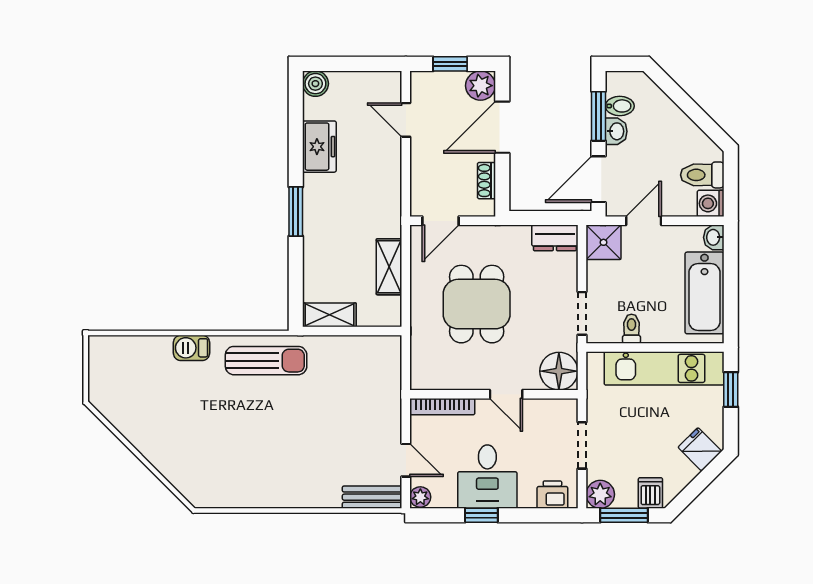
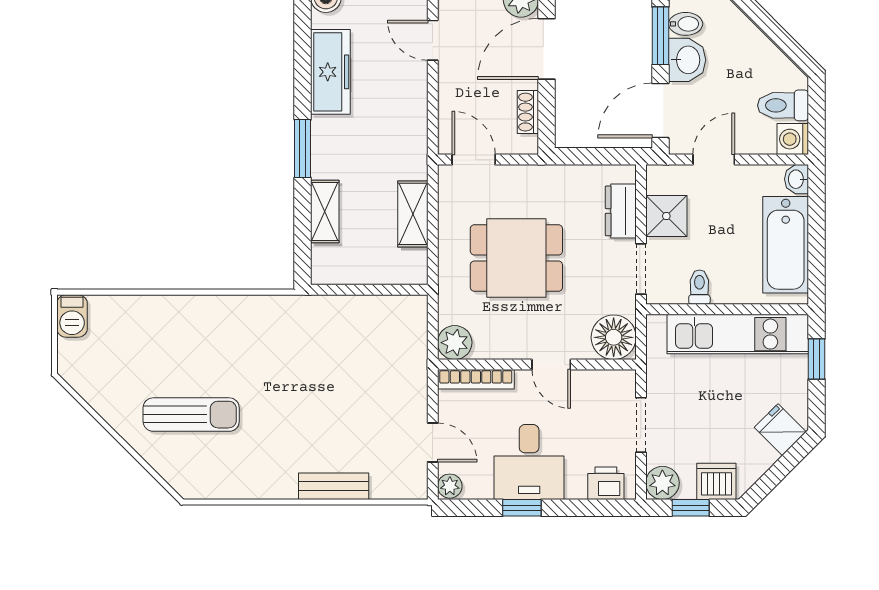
washbasin: (616, 131) -> (687, 60), width x1.38, depth x1.45
freezer: (319, 147) -> (330, 72), width x1.40
door: (440, 221) -> (474, 160), swing flipped
dresser: (555, 238) -> (621, 211), moved, turned 90
shower: (604, 242) -> (666, 216), moved
dining table: (477, 304) -> (516, 258), turned 90
shelving: (329, 315) -> (325, 211), moved, turned 90
barbecue: (191, 348) -> (72, 316), moved, turned -90
sun lounger: (266, 361) -> (191, 415), moved
plant: (424, 376) -> (455, 343), added
dishwasher: (650, 493) -> (716, 481), width x1.38
bench: (372, 497) -> (334, 486), moved
window: (624, 515) -> (691, 508), width x0.67

